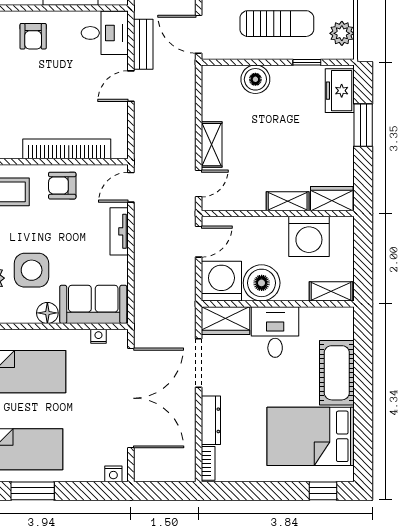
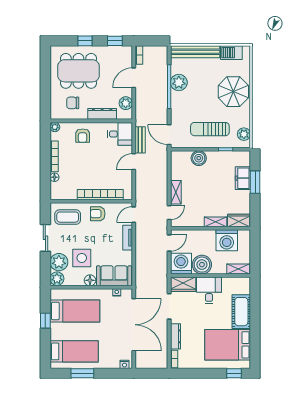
sun lounger: (277, 24) -> (210, 129), turned 180
freezer: (340, 91) -> (243, 178), moved

